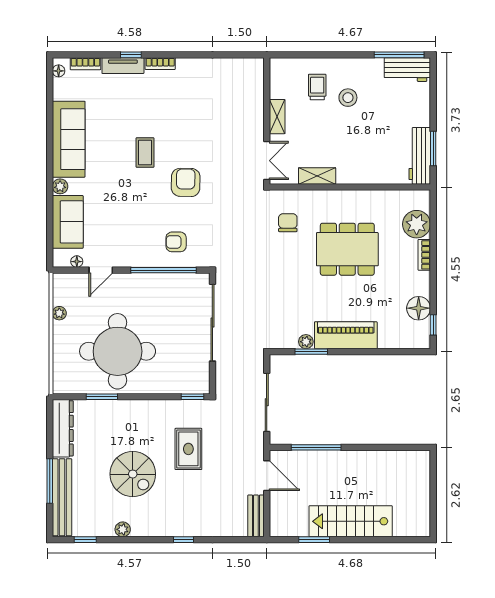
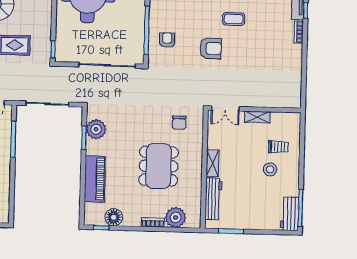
workbench: (420, 156) -> (213, 199), moved, turned 90
shelving: (317, 176) -> (213, 163), moved
chair: (288, 223) -> (179, 123), turned 90
piano: (346, 335) -> (95, 179), moved
plant: (306, 342) -> (96, 129), width x1.87, depth x1.87

